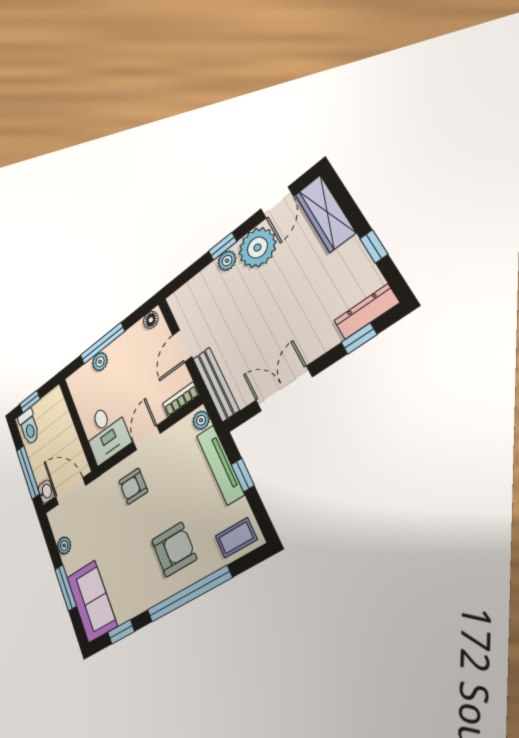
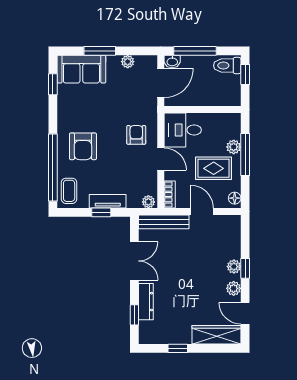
plant: (257, 248) -> (234, 288), width x0.53, depth x0.53
dresser: (366, 312) -> (146, 302), moved
rug: (130, 368) -> (214, 168), added
tv unit: (220, 465) -> (108, 201), width x0.71
window: (189, 594) -> (53, 167), moved

